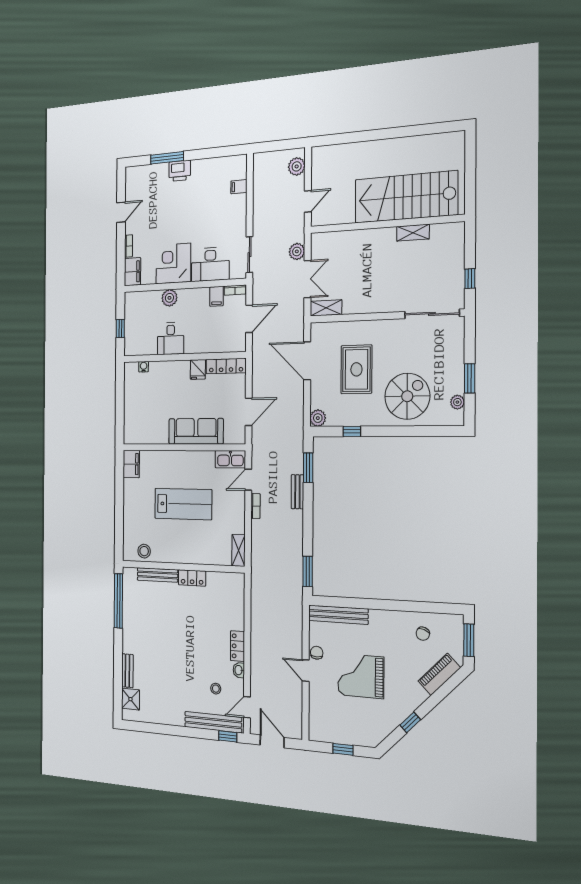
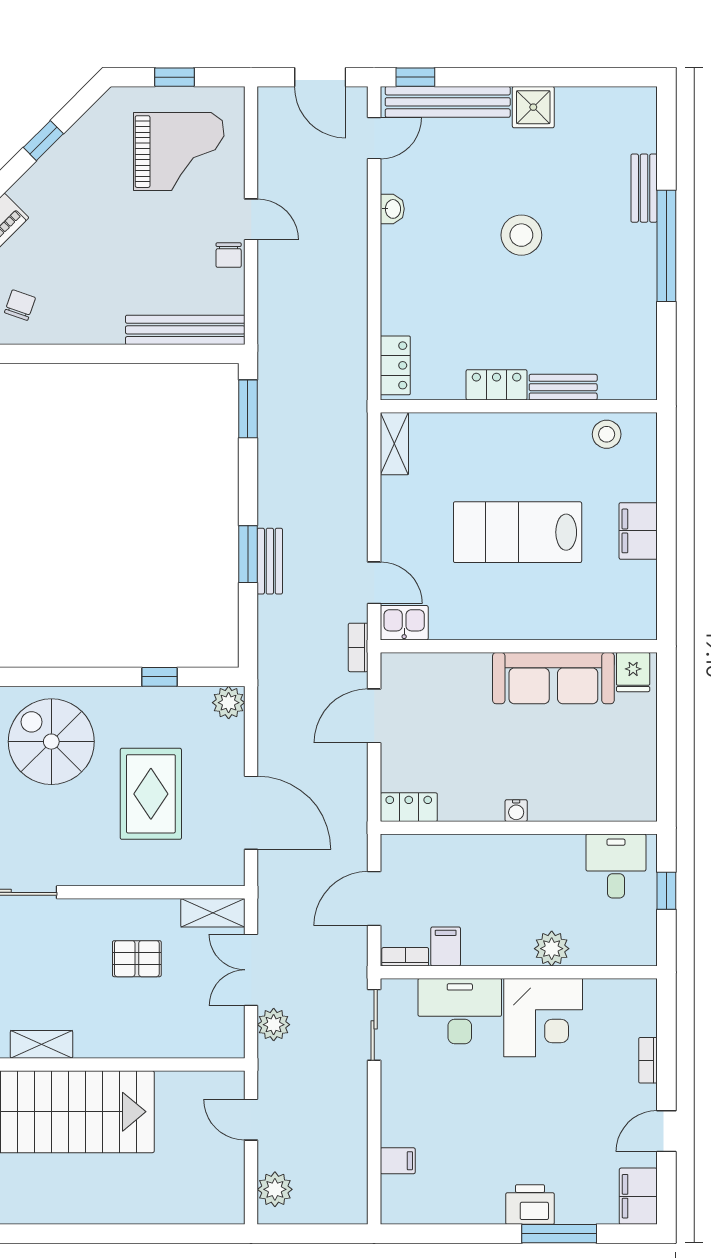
door: (308, 201) -> (251, 1120), hinge flipped
filing cabinet: (132, 272) -> (638, 1196), moved
pallet: (364, 282) -> (137, 959), added
desk: (171, 339) -> (616, 866), moved
locker: (226, 366) -> (409, 807), width x0.66
water cooler: (144, 367) -> (516, 811), moved
fridge: (198, 369) -> (633, 672), moved, turned 180
spiral stairs: (407, 396) -> (51, 742), turned 90
sofa: (196, 431) -> (553, 678), moved
kitchen sink: (230, 459) -> (404, 623), width x0.73
filing cabinet: (131, 464) -> (638, 531), moved
window: (308, 468) -> (248, 554), moved
door: (248, 480) -> (374, 583), hinge flipped
bookcase: (255, 506) -> (358, 647), moved
bench: (157, 575) -> (563, 387), width x0.73
window: (118, 601) -> (666, 246), moved
locker: (238, 646) -> (395, 365), moved
grand piano: (361, 676) -> (179, 152), moved
stool: (216, 689) -> (521, 235), moved, width x1.89, depth x1.89
shower: (130, 699) -> (533, 107), moved

